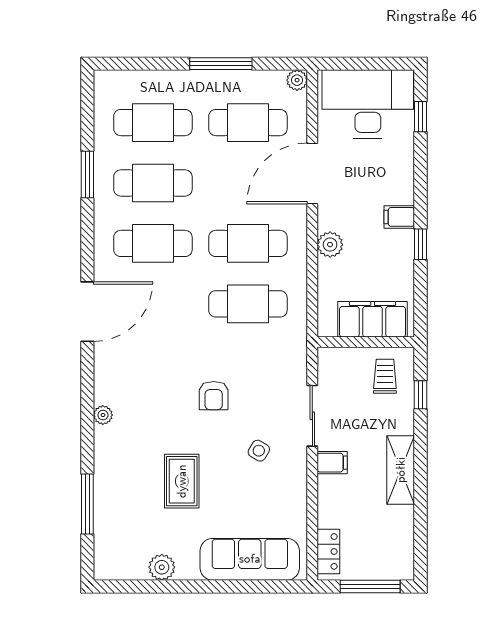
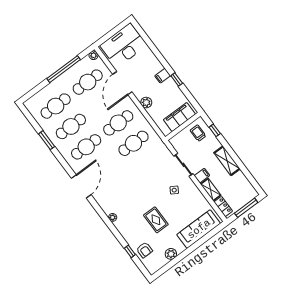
window: (221, 64) -> (64, 69), width x1.46
window: (420, 117) -> (144, 37), removed
armchair: (214, 396) -> (144, 250), moved
shelving: (329, 501) -> (211, 190), added
window: (87, 504) -> (130, 251), width x0.46

